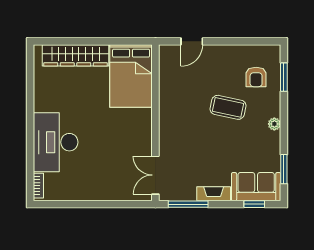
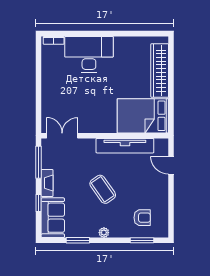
armchair: (256, 77) -> (142, 218), turned 180
tv unit: (168, 98) -> (125, 146), added
coffee table: (228, 107) -> (103, 189), moved, turned -47
window: (284, 169) -> (78, 240), moved
window: (254, 204) -> (39, 203), moved

